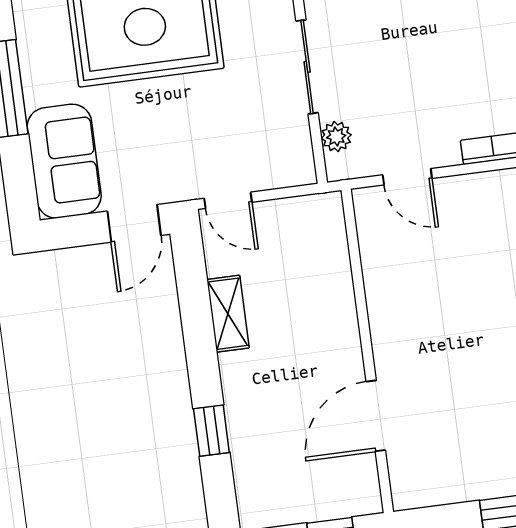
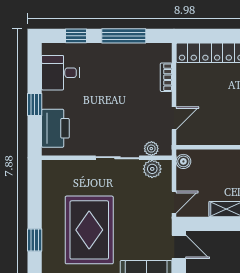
plant: (293, 144) -> (152, 169), added
boiler: (318, 209) -> (183, 161), added

